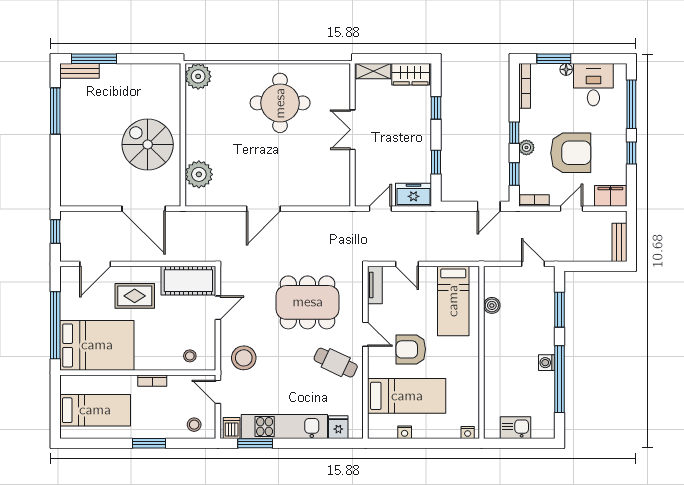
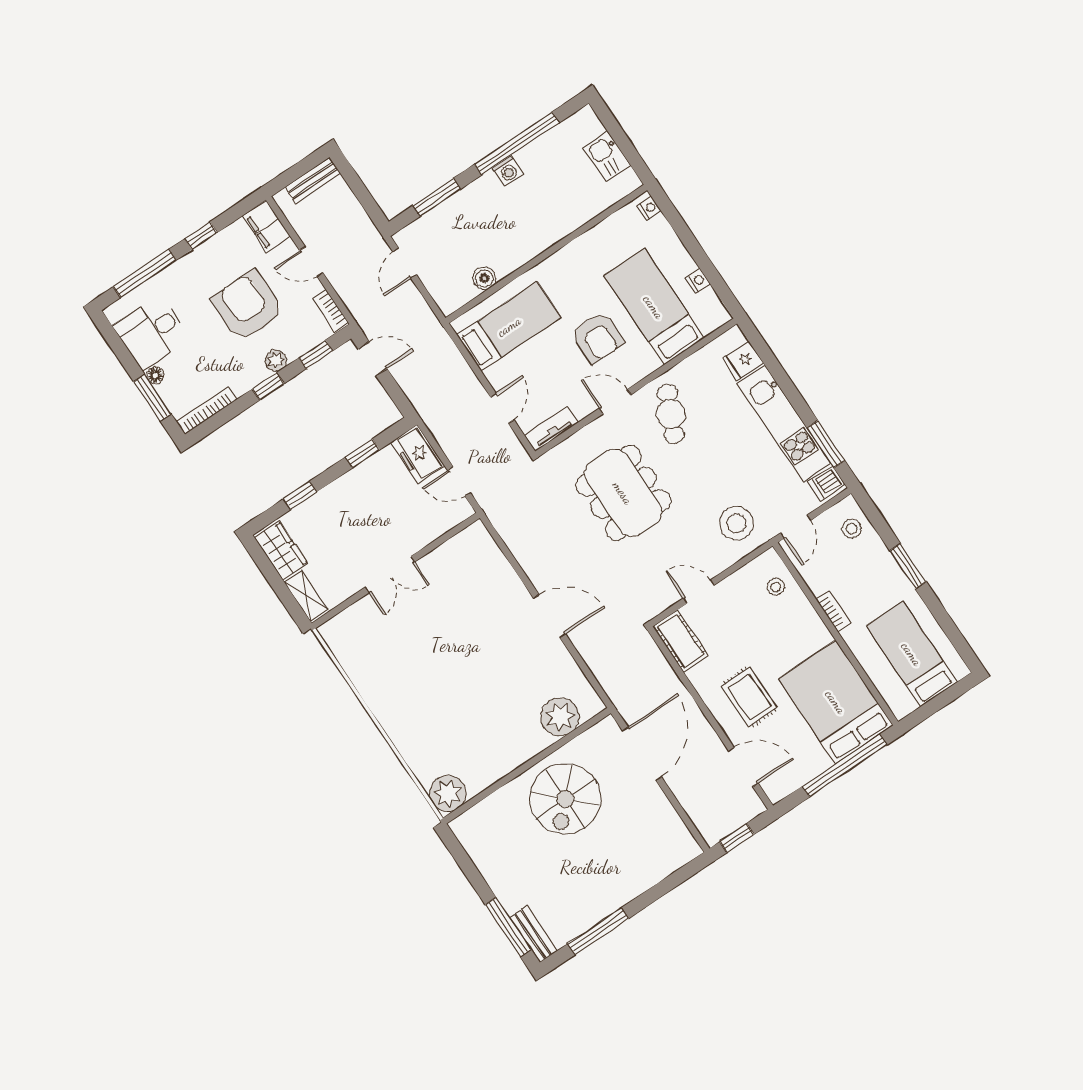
round table: (280, 103) -> (415, 679), removed
cot: (188, 281) -> (680, 641), width x0.73, depth x0.75
door: (365, 334) -> (615, 402), hinge flipped

